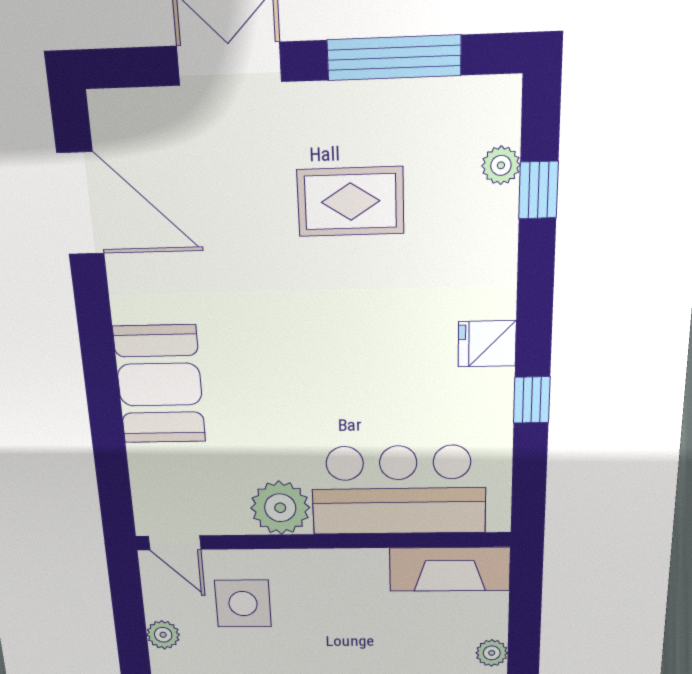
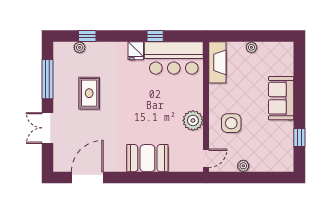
bar counter: (399, 490) -> (174, 58), moved, turned -90
side table: (243, 604) -> (231, 123), moved

